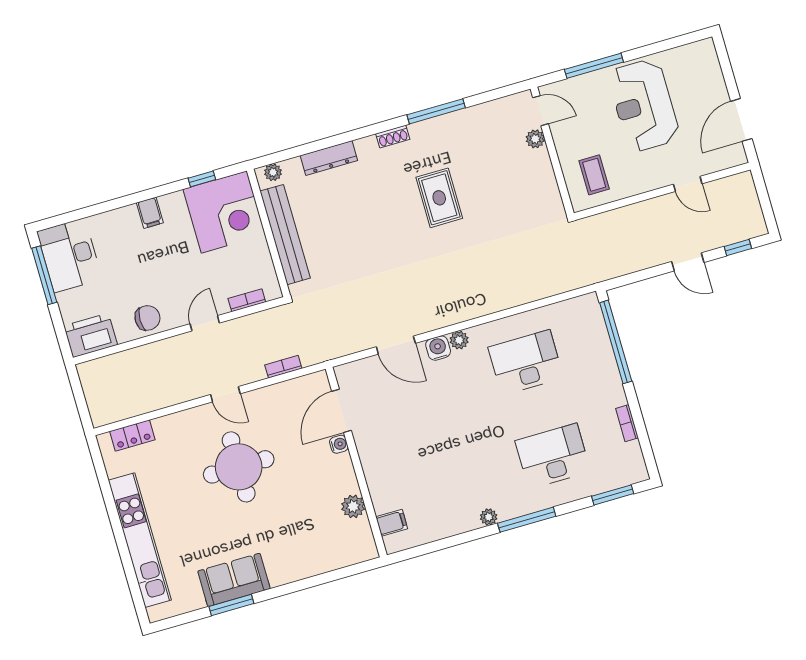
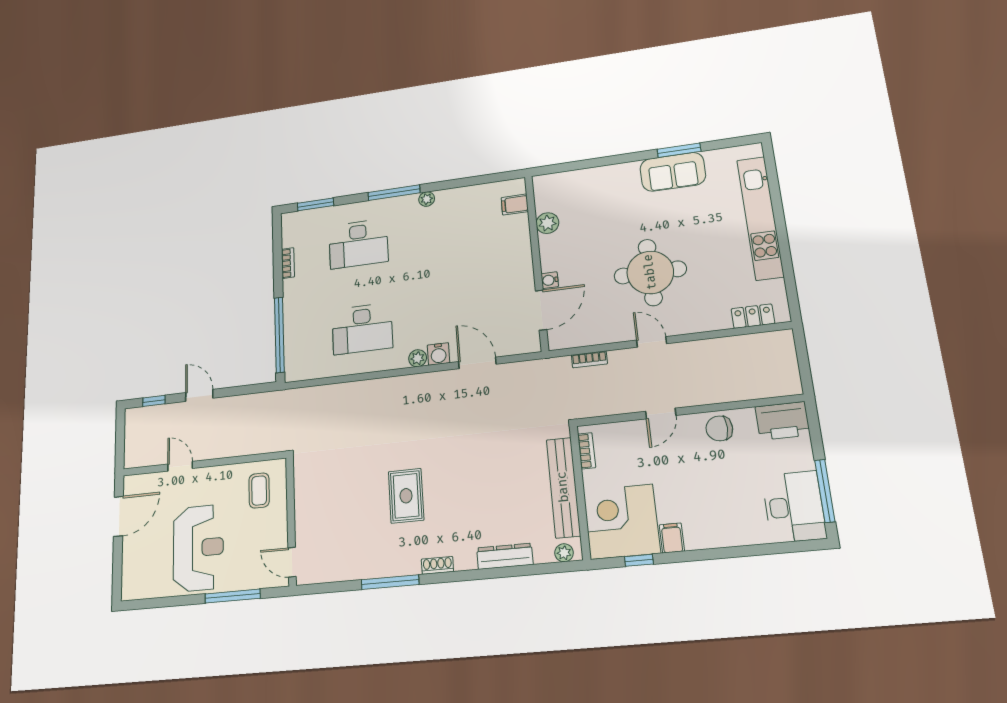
plant: (535, 139) -> (304, 536), removed
filing cabinet: (150, 213) -> (672, 538), moved
bookcase: (247, 300) -> (587, 451), moved, turned -90

